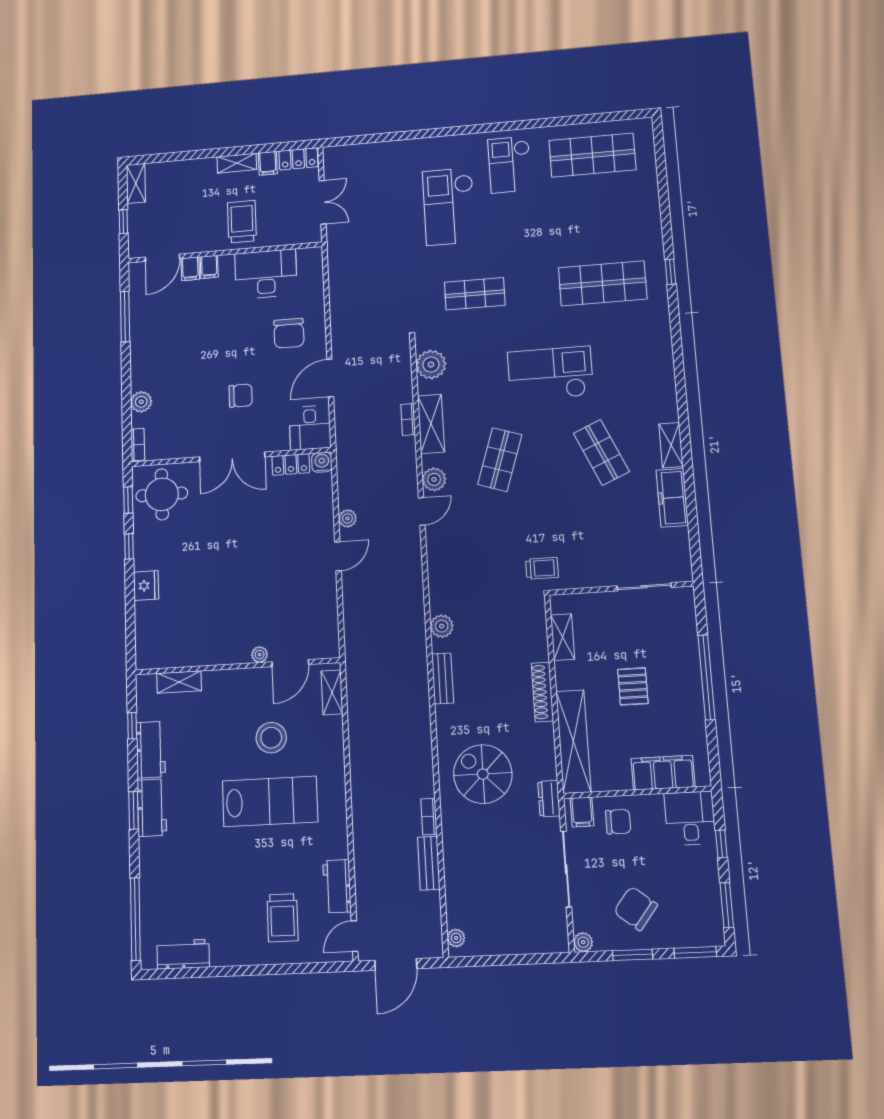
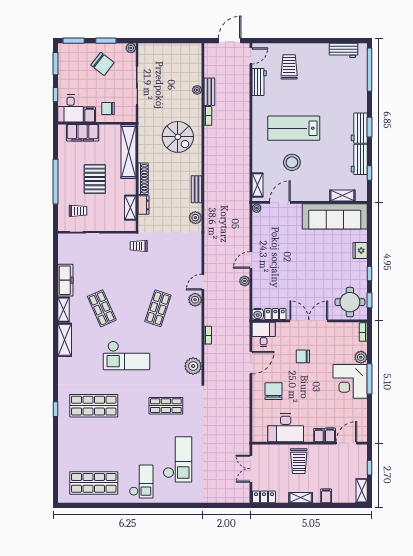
filing cabinet: (268, 163) -> (326, 496), moved
window: (125, 317) -> (369, 379), moved
corner desk: (159, 360) -> (350, 381), added
shelving: (431, 424) -> (65, 340), moved
trolley: (660, 625) -> (78, 211), added
sofa: (192, 644) -> (335, 216), added
plant: (260, 655) -> (257, 208), moved
pallet: (633, 686) -> (95, 179), width x1.50, depth x1.42
dresser: (549, 799) -> (144, 205), moved
filing cabinet: (582, 812) -> (90, 114), moved
plant: (456, 938) -> (197, 90), moved

